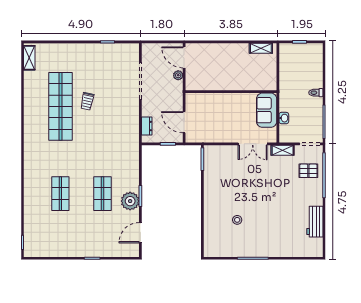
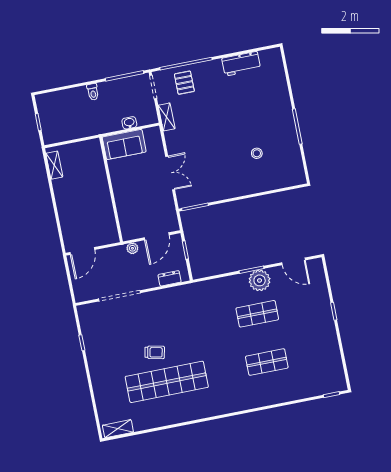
plant: (178, 75) -> (132, 248), moved
double door: (253, 144) -> (170, 173), moved

